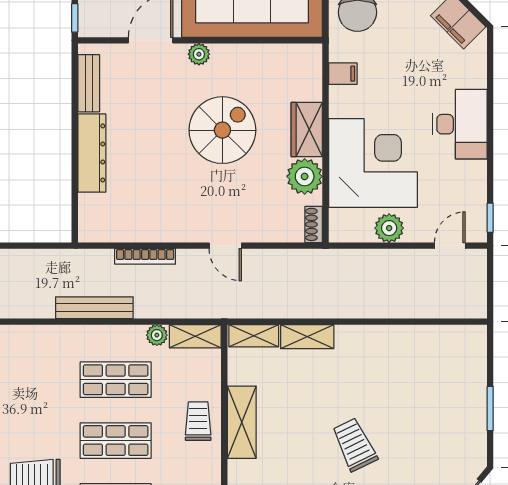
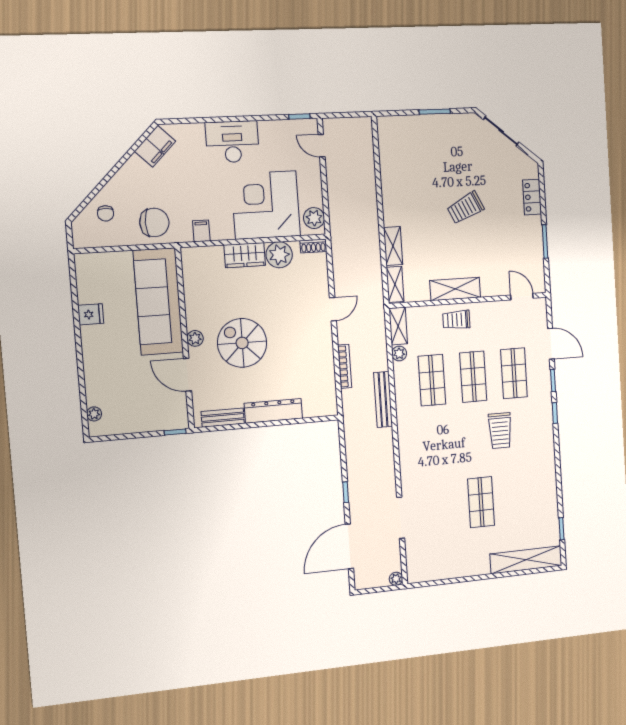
spiral stairs: (222, 130) -> (242, 343), moved
plant: (389, 228) -> (314, 218), moved

